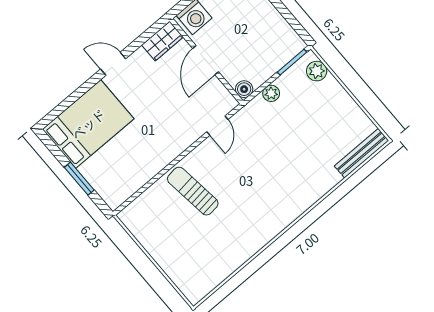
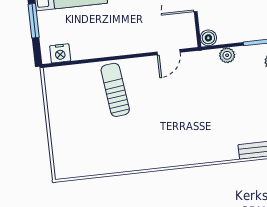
nightstand: (122, 192) -> (60, 53), added

